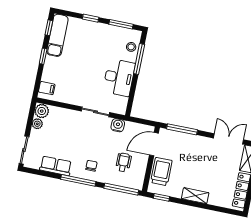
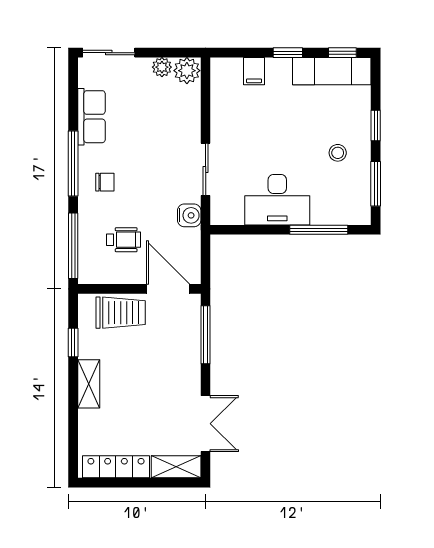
stool: (131, 47) -> (338, 153), moved
filing cabinet: (47, 88) -> (254, 71), moved
window: (161, 197) -> (73, 342), moved

